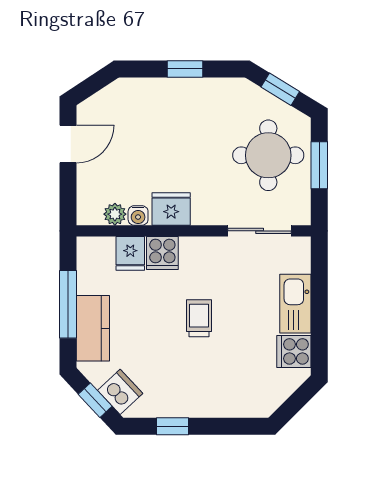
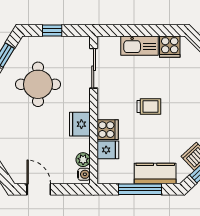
round table: (268, 155) -> (38, 84), moved
window: (319, 165) -> (52, 31), width x0.67
water cooler: (138, 215) -> (84, 174), moved
trolley: (199, 318) -> (149, 107), turned 180

